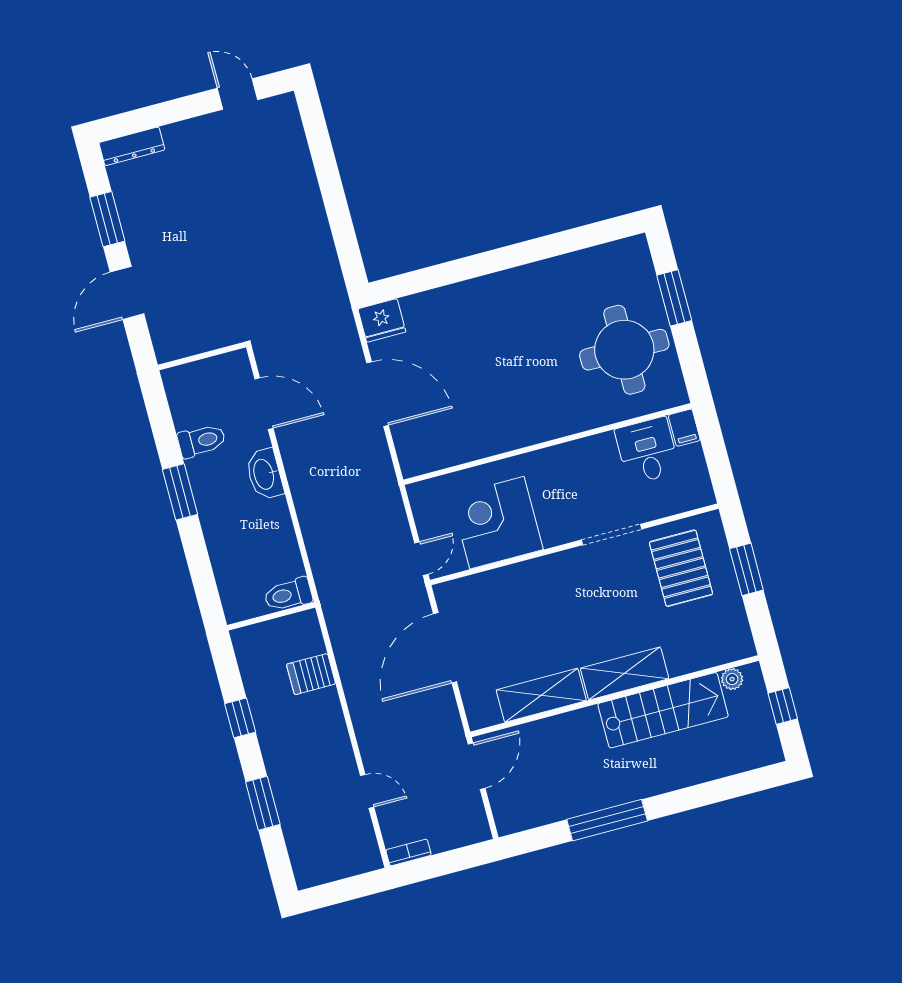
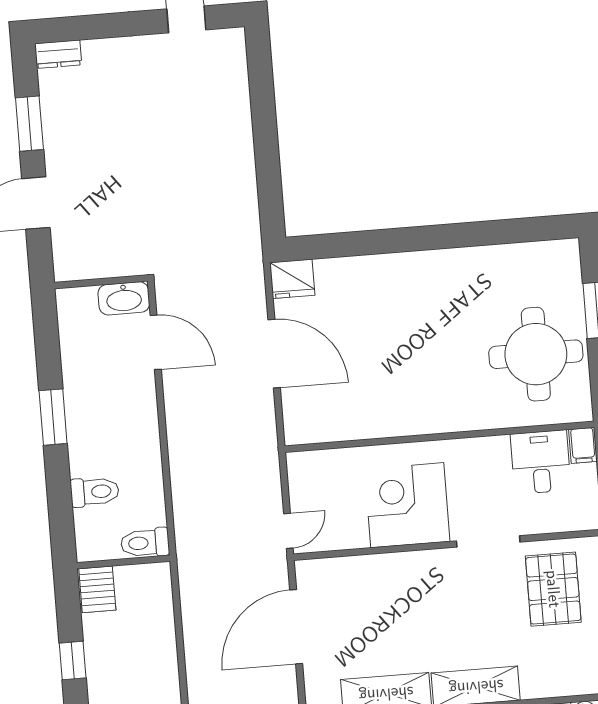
dresser: (132, 146) -> (58, 54), width x0.70
toilet: (202, 441) -> (95, 492), moved
washbasin: (264, 474) -> (124, 298), moved, turned -90
corner desk: (497, 523) -> (407, 505), moved
server rack: (311, 674) -> (97, 589), moved, turned -90

